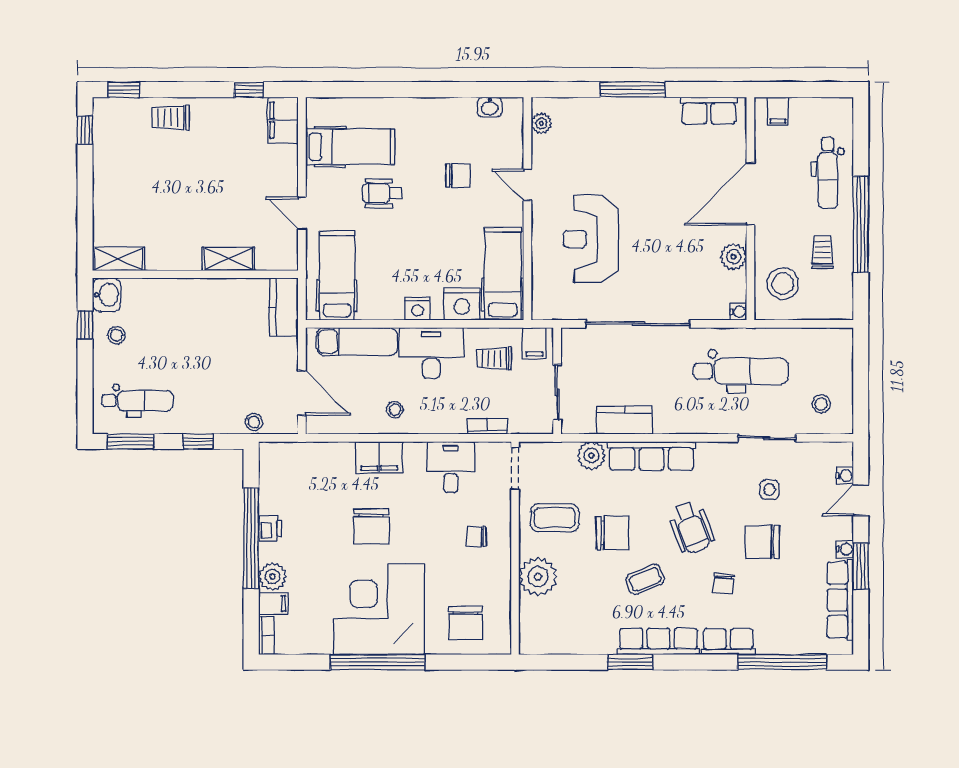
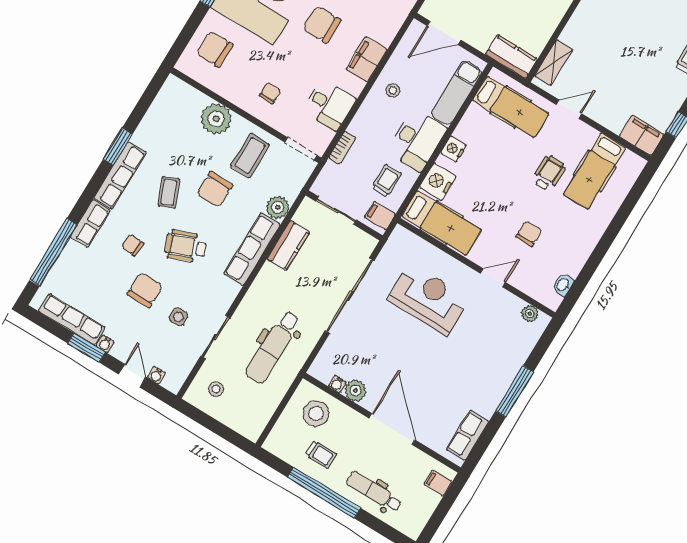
chair: (458, 176) -> (529, 234), turned 180
shelving: (228, 259) -> (554, 63), moved
water cooler: (738, 312) -> (337, 384), moved

